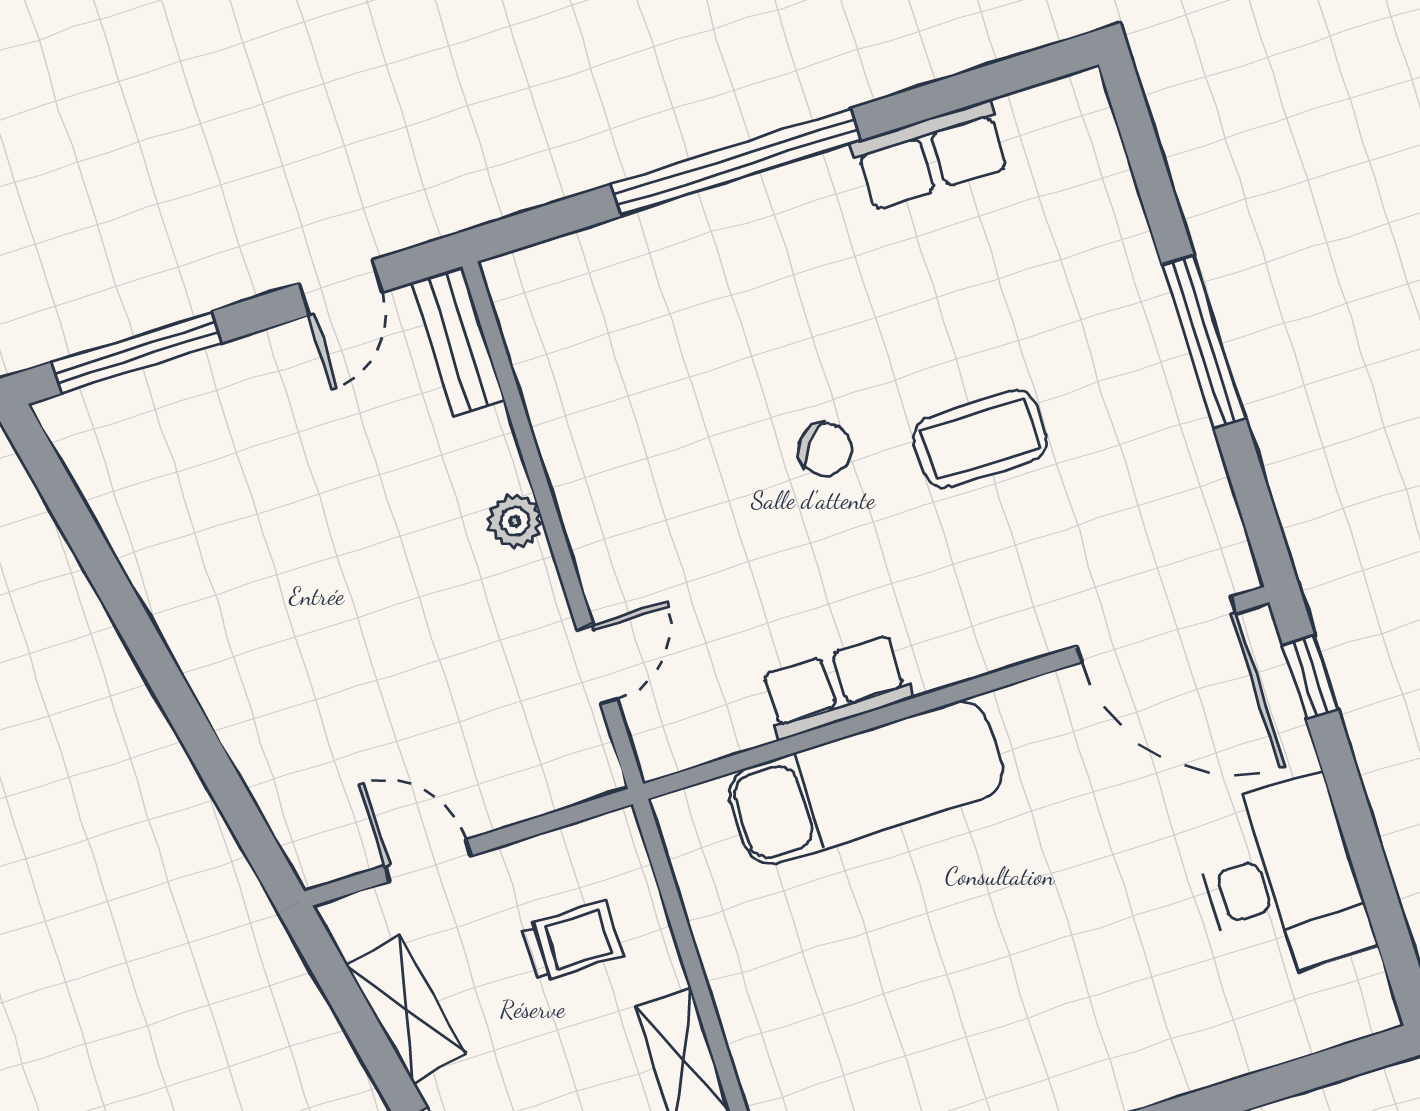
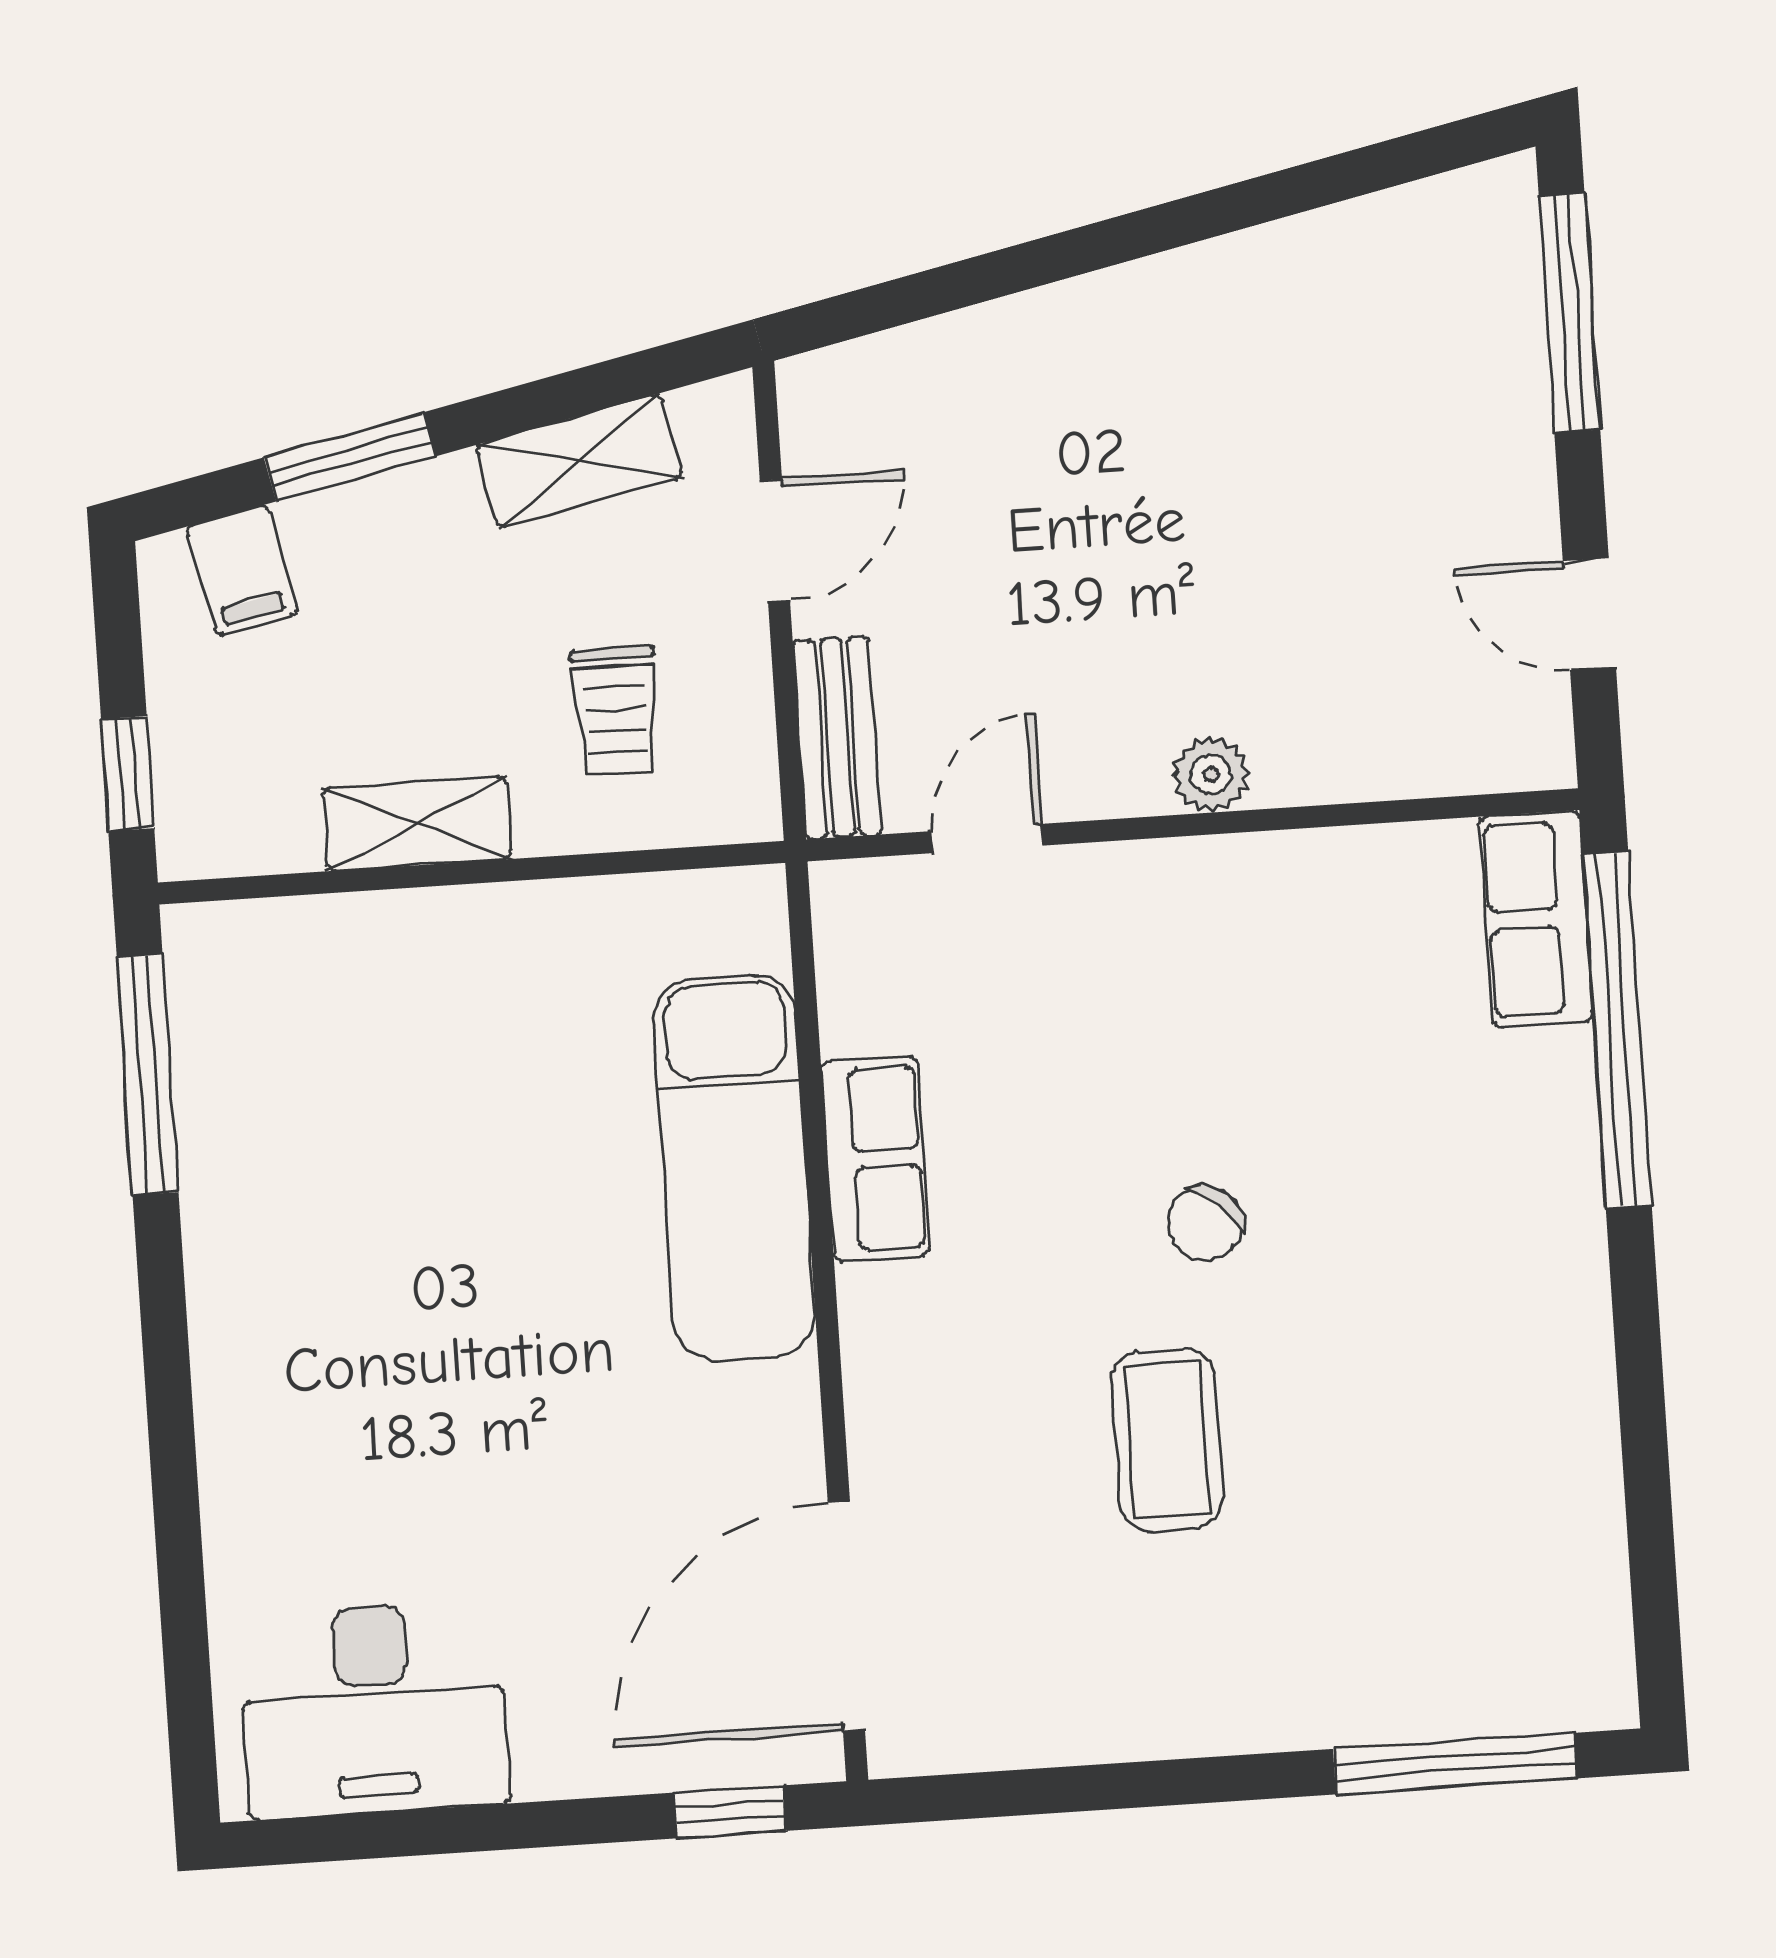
row of seats: (931, 155) -> (1536, 919), moved
window: (736, 162) -> (1617, 1030), moved
bench: (458, 341) -> (837, 738), moved, turned 90
window: (1204, 341) -> (1455, 1764), moved
door: (597, 664) -> (987, 838), swing flipped
desk: (1281, 880) -> (374, 1710), moved

